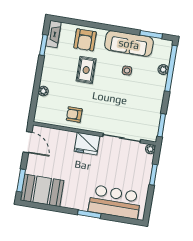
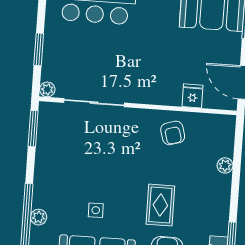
armchair: (74, 114) -> (173, 133), turned 74
fridge: (87, 144) -> (193, 96), moved, width x0.53, depth x0.75

